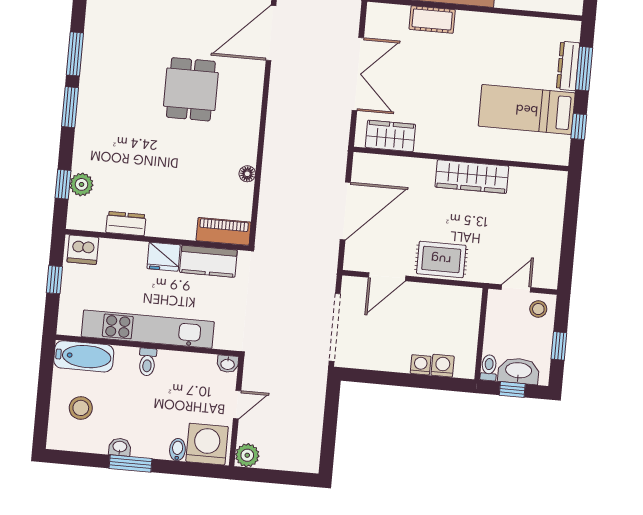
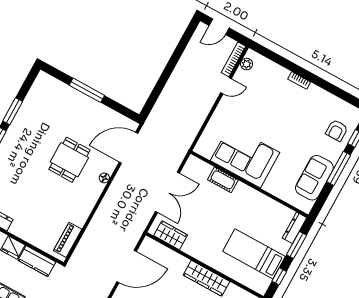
dresser: (568, 66) -> (295, 228), moved
floor lamp: (247, 174) -> (104, 178), moved
piano: (224, 231) -> (68, 240), moved, turned -90

